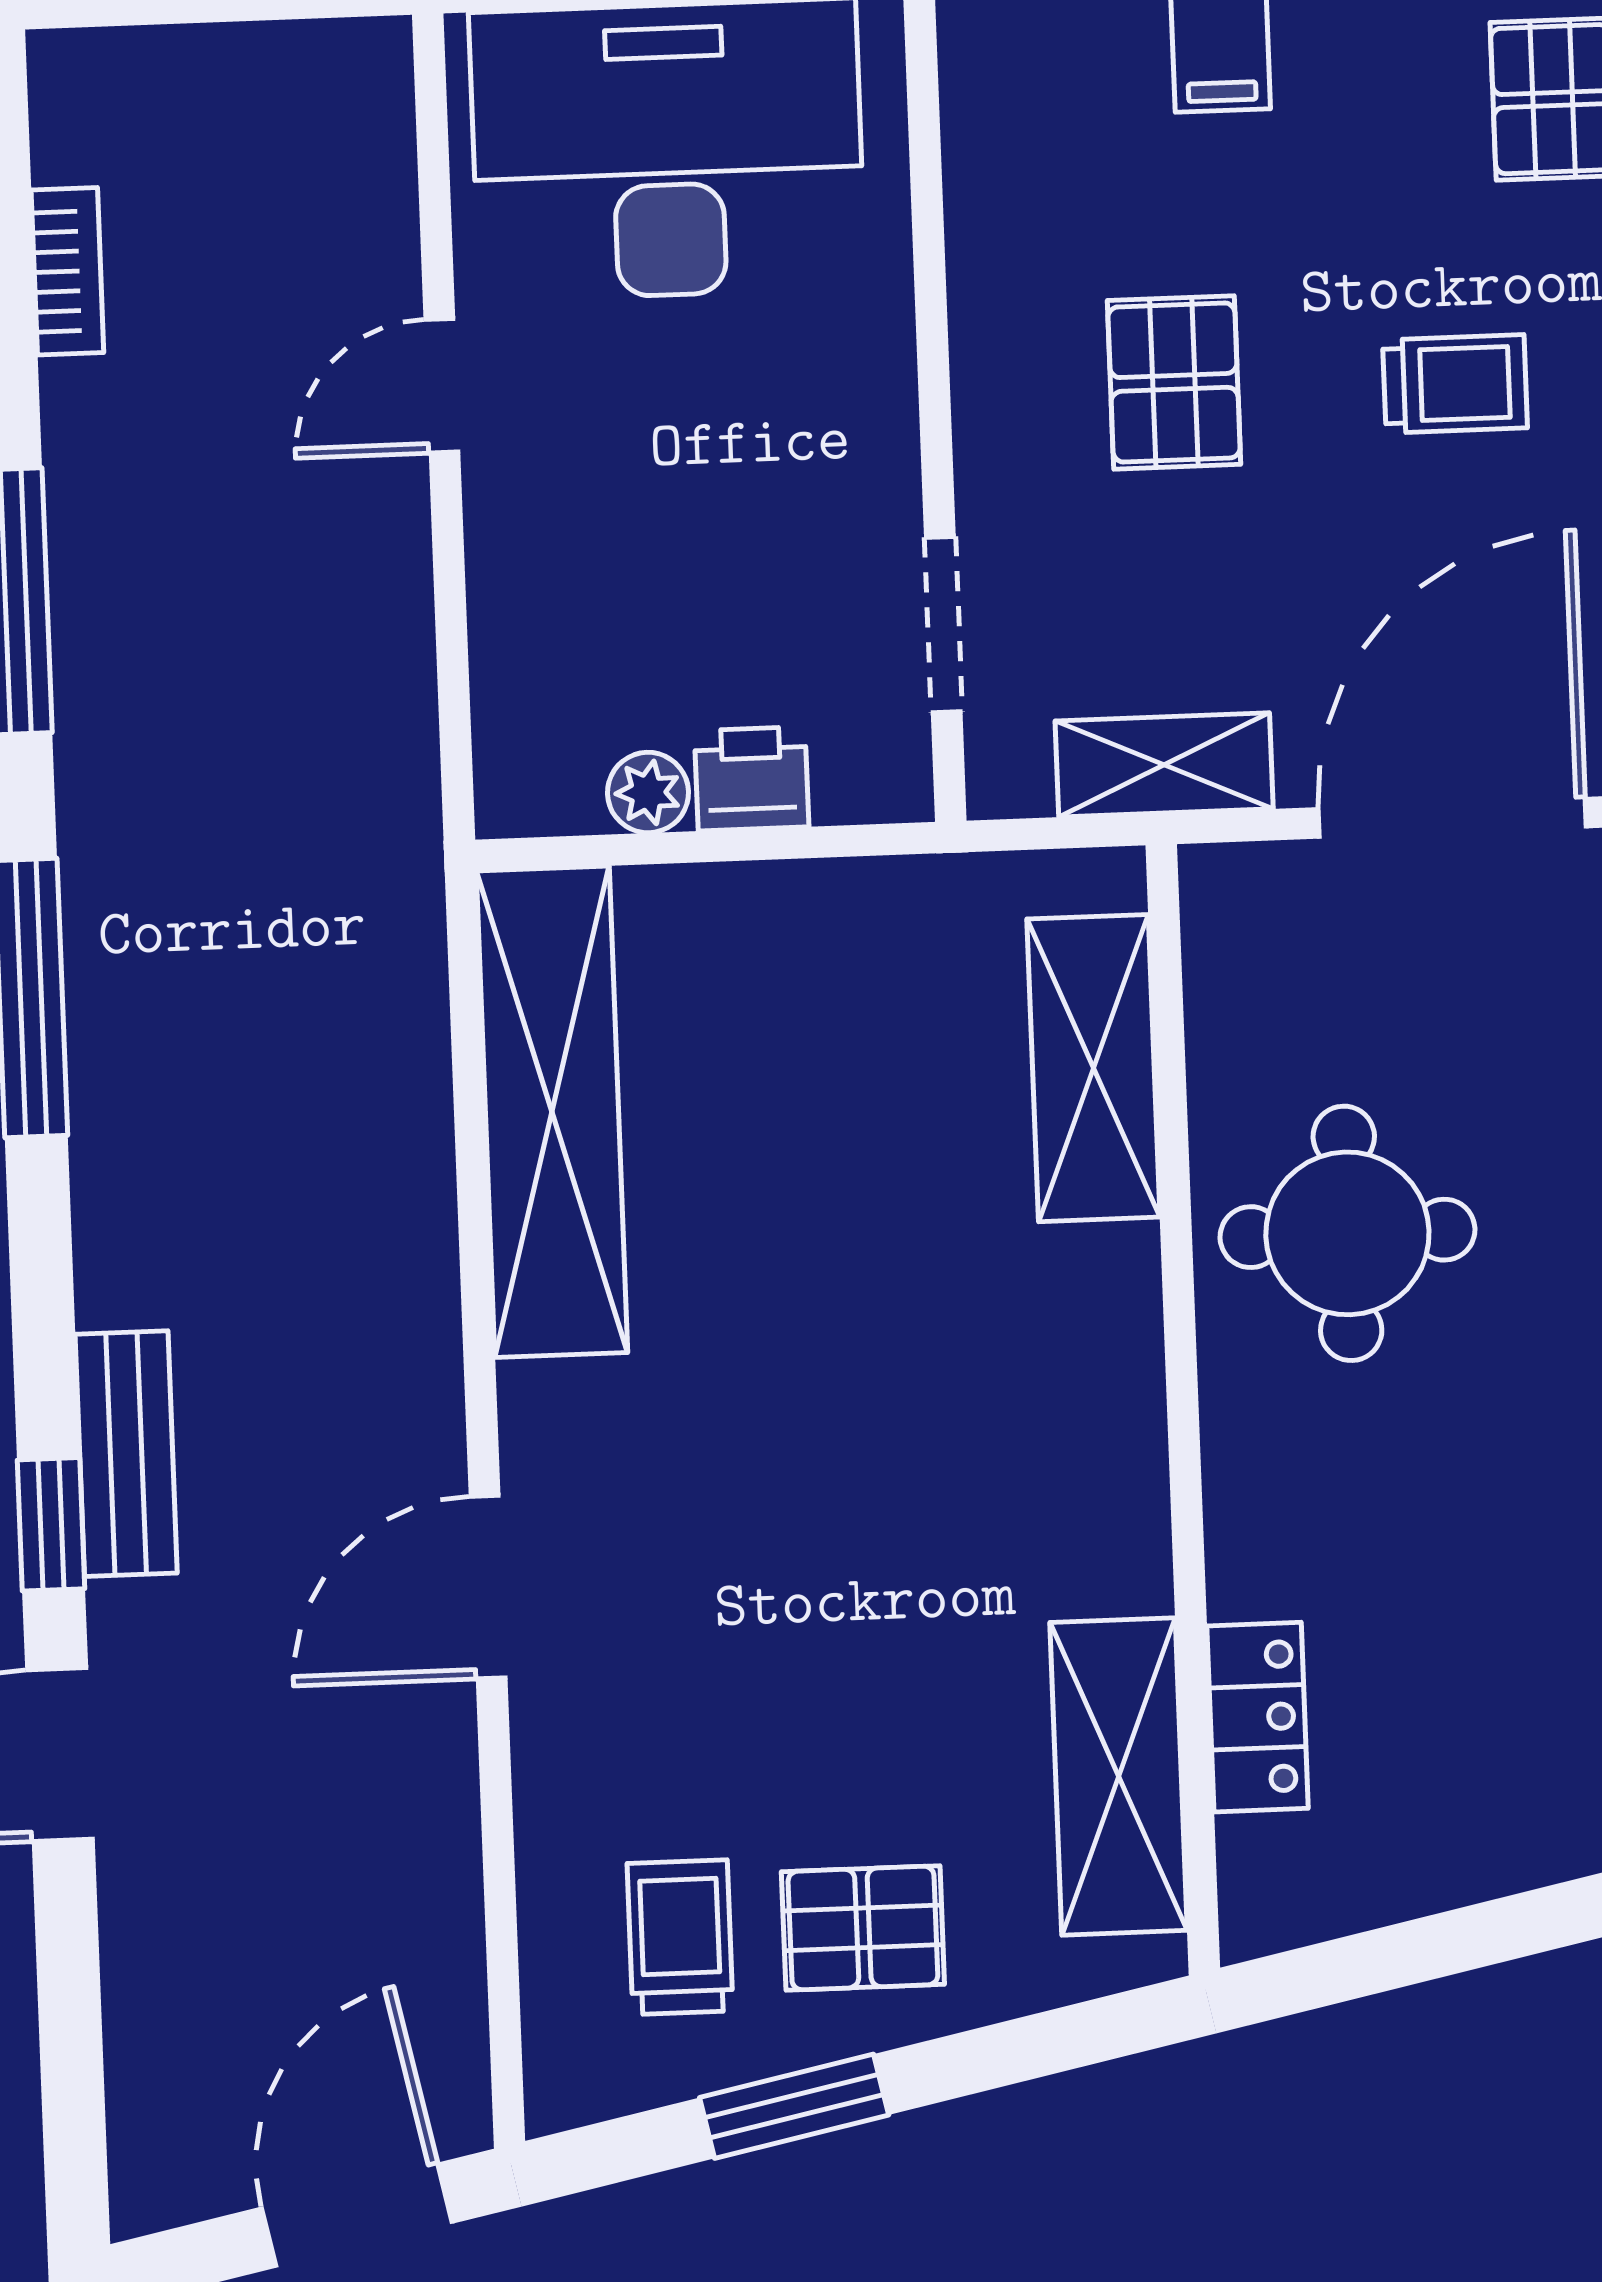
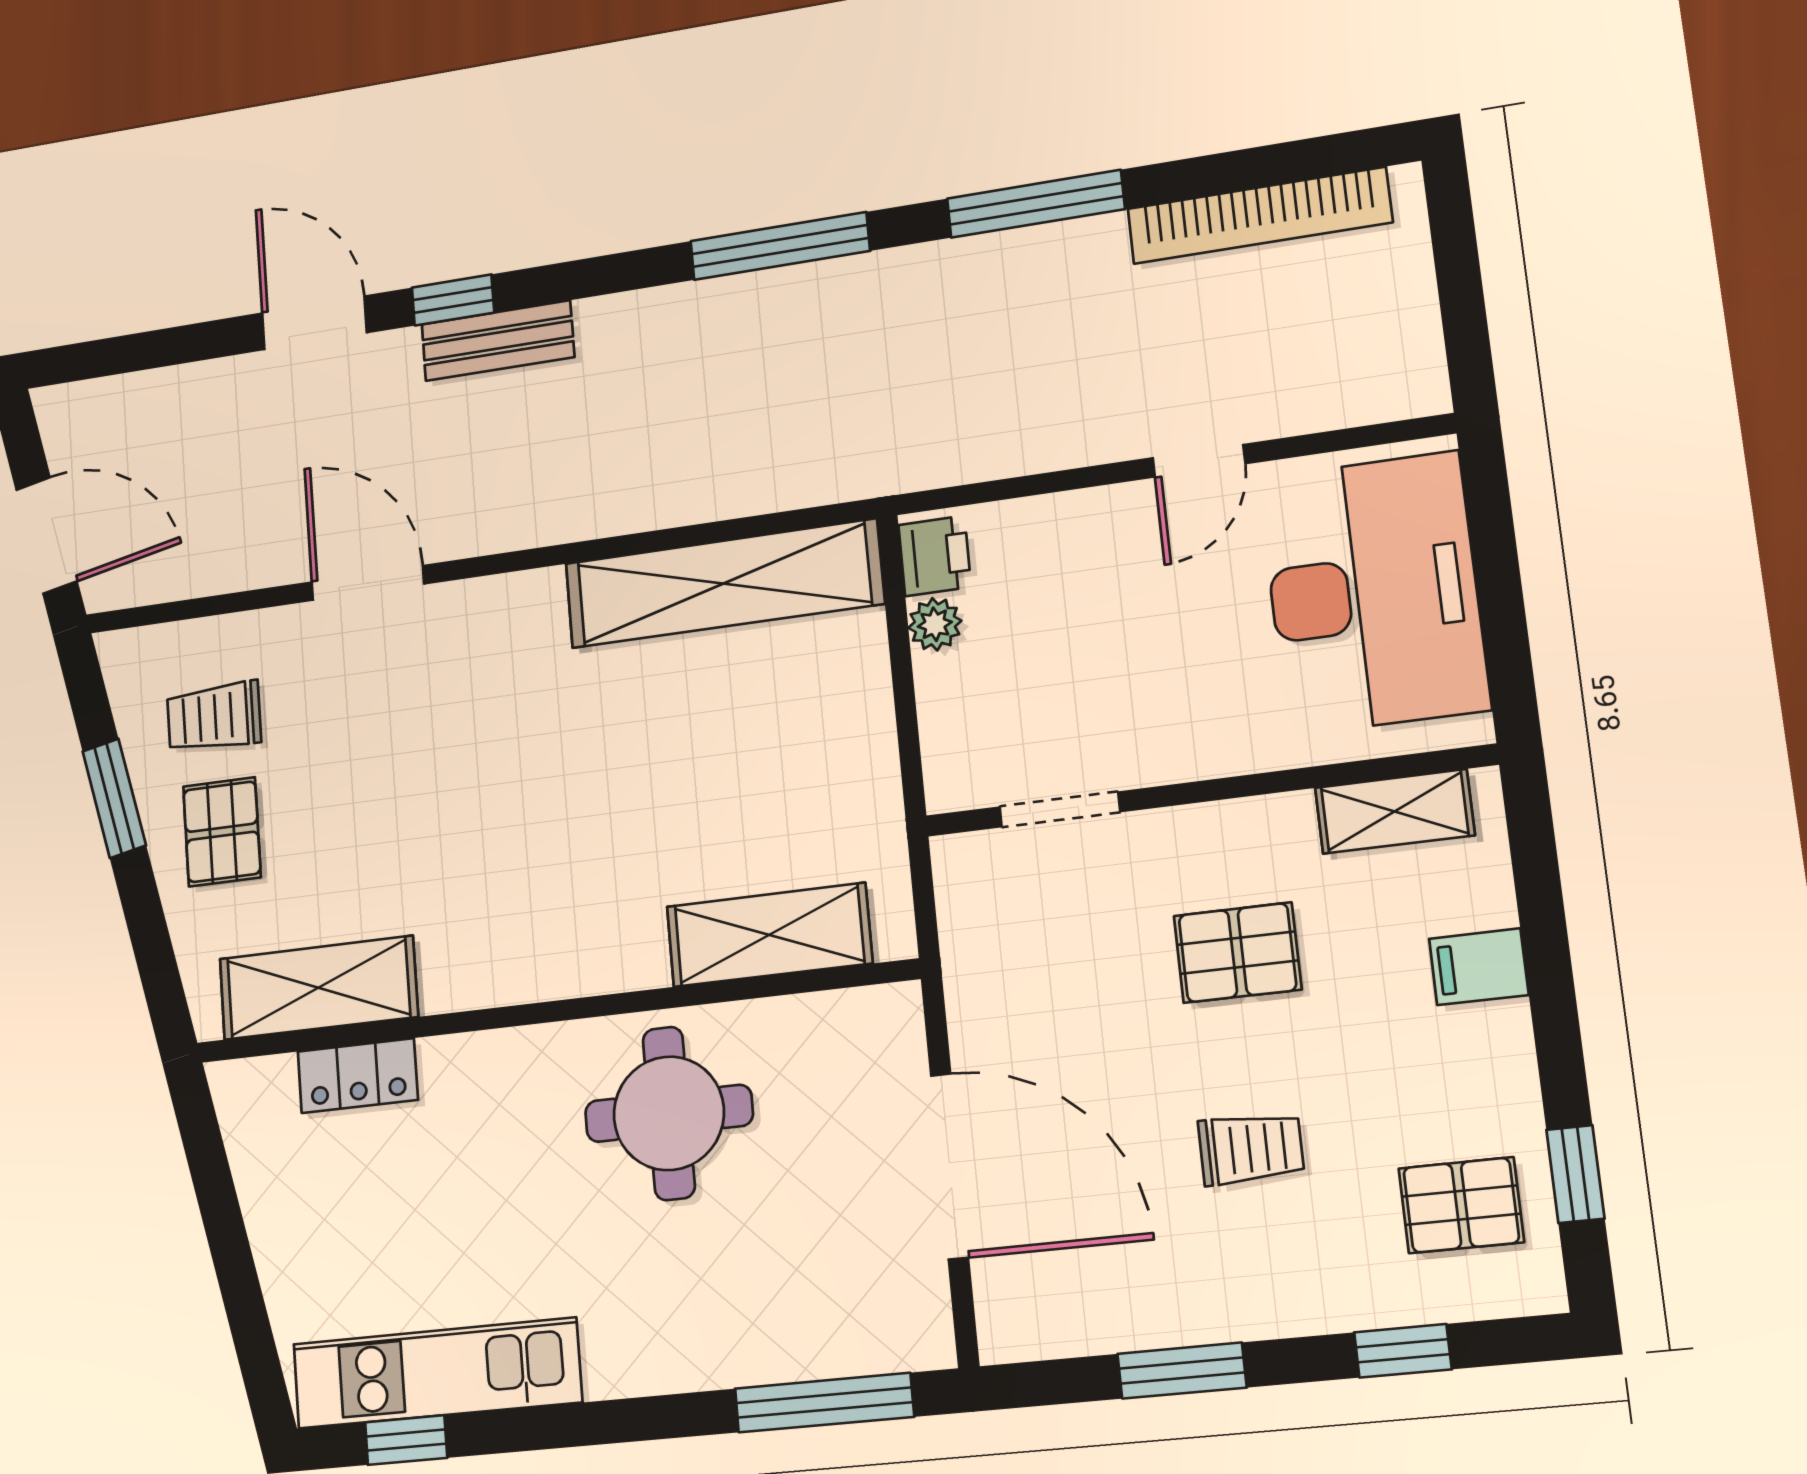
bookcase: (67, 271) -> (1259, 215), width x2.31, depth x1.31
trolley: (1455, 384) -> (1251, 1149), turned -90
door: (442, 386) -> (1199, 461), swing flipped
shelving: (1164, 765) -> (1395, 811), moved, turned 90
printer: (752, 779) -> (935, 556), moved
door: (488, 1587) -> (368, 583), moved
trolley: (680, 1937) -> (214, 717), turned 180

